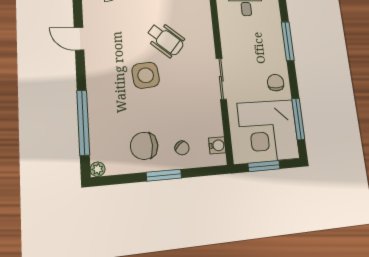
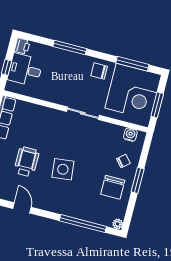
door: (79, 39) -> (22, 208), swing flipped
wheelchair: (165, 39) -> (26, 162), moved, turned -40

